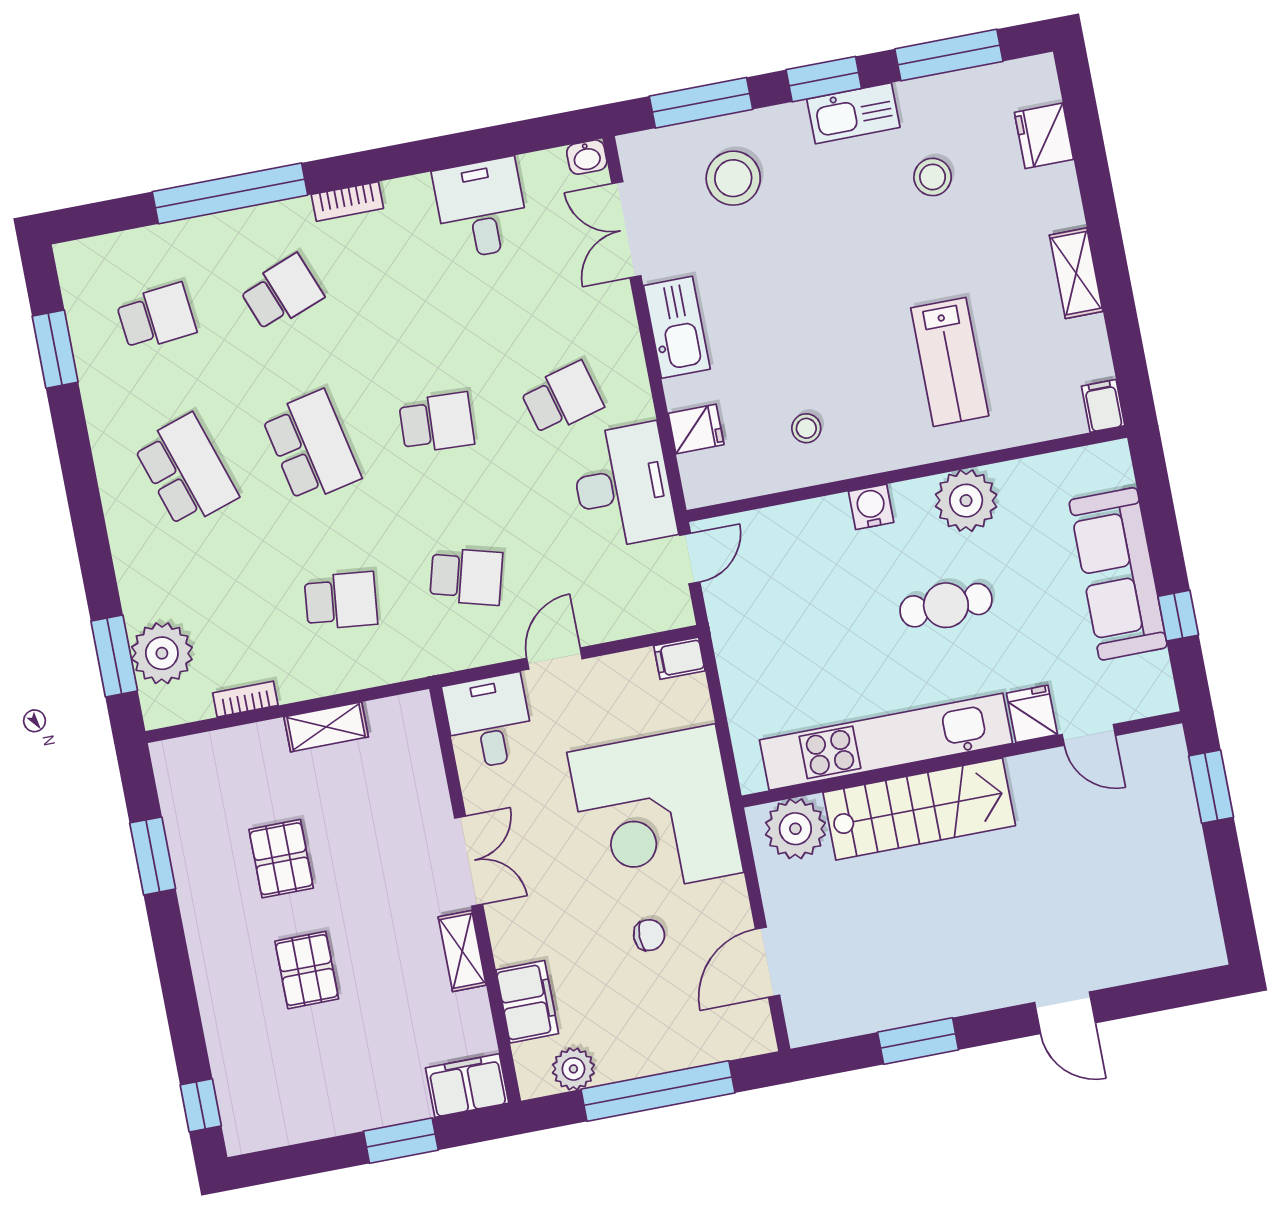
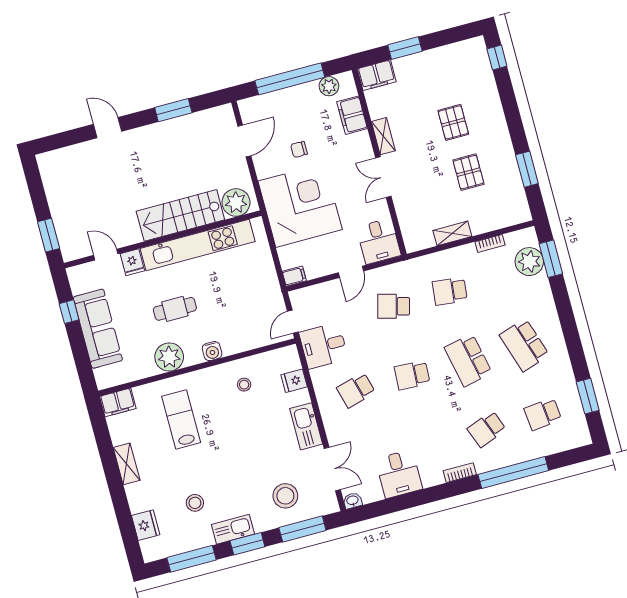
filing cabinet: (1103, 406) -> (118, 402), width x2.00
desk: (623, 486) -> (324, 346), width x0.73

